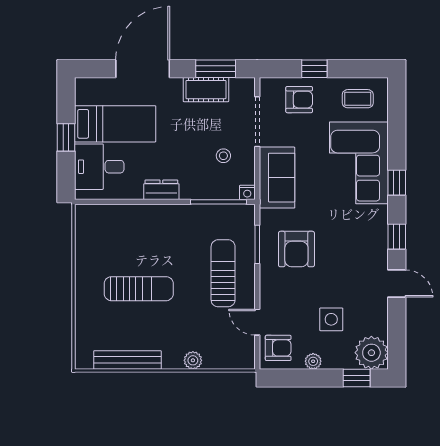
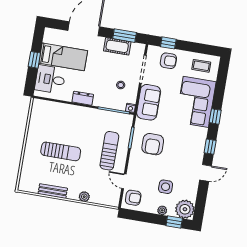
window: (314, 69) -> (168, 43), moved
door: (397, 284) -> (206, 173), hinge flipped
bench: (127, 360) -> (53, 191), width x0.73
plant: (313, 361) -> (162, 210), moved

